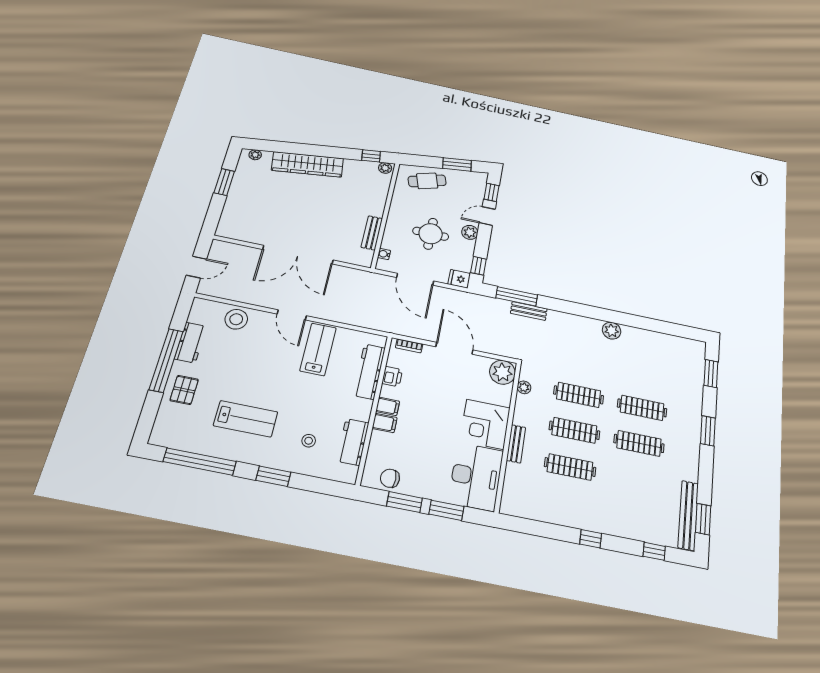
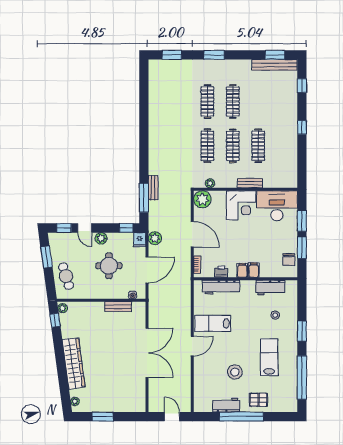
stool: (236, 319) -> (235, 372), moved
plant: (612, 331) -> (155, 238), moved
door: (454, 348) -> (192, 234), swing flipped

